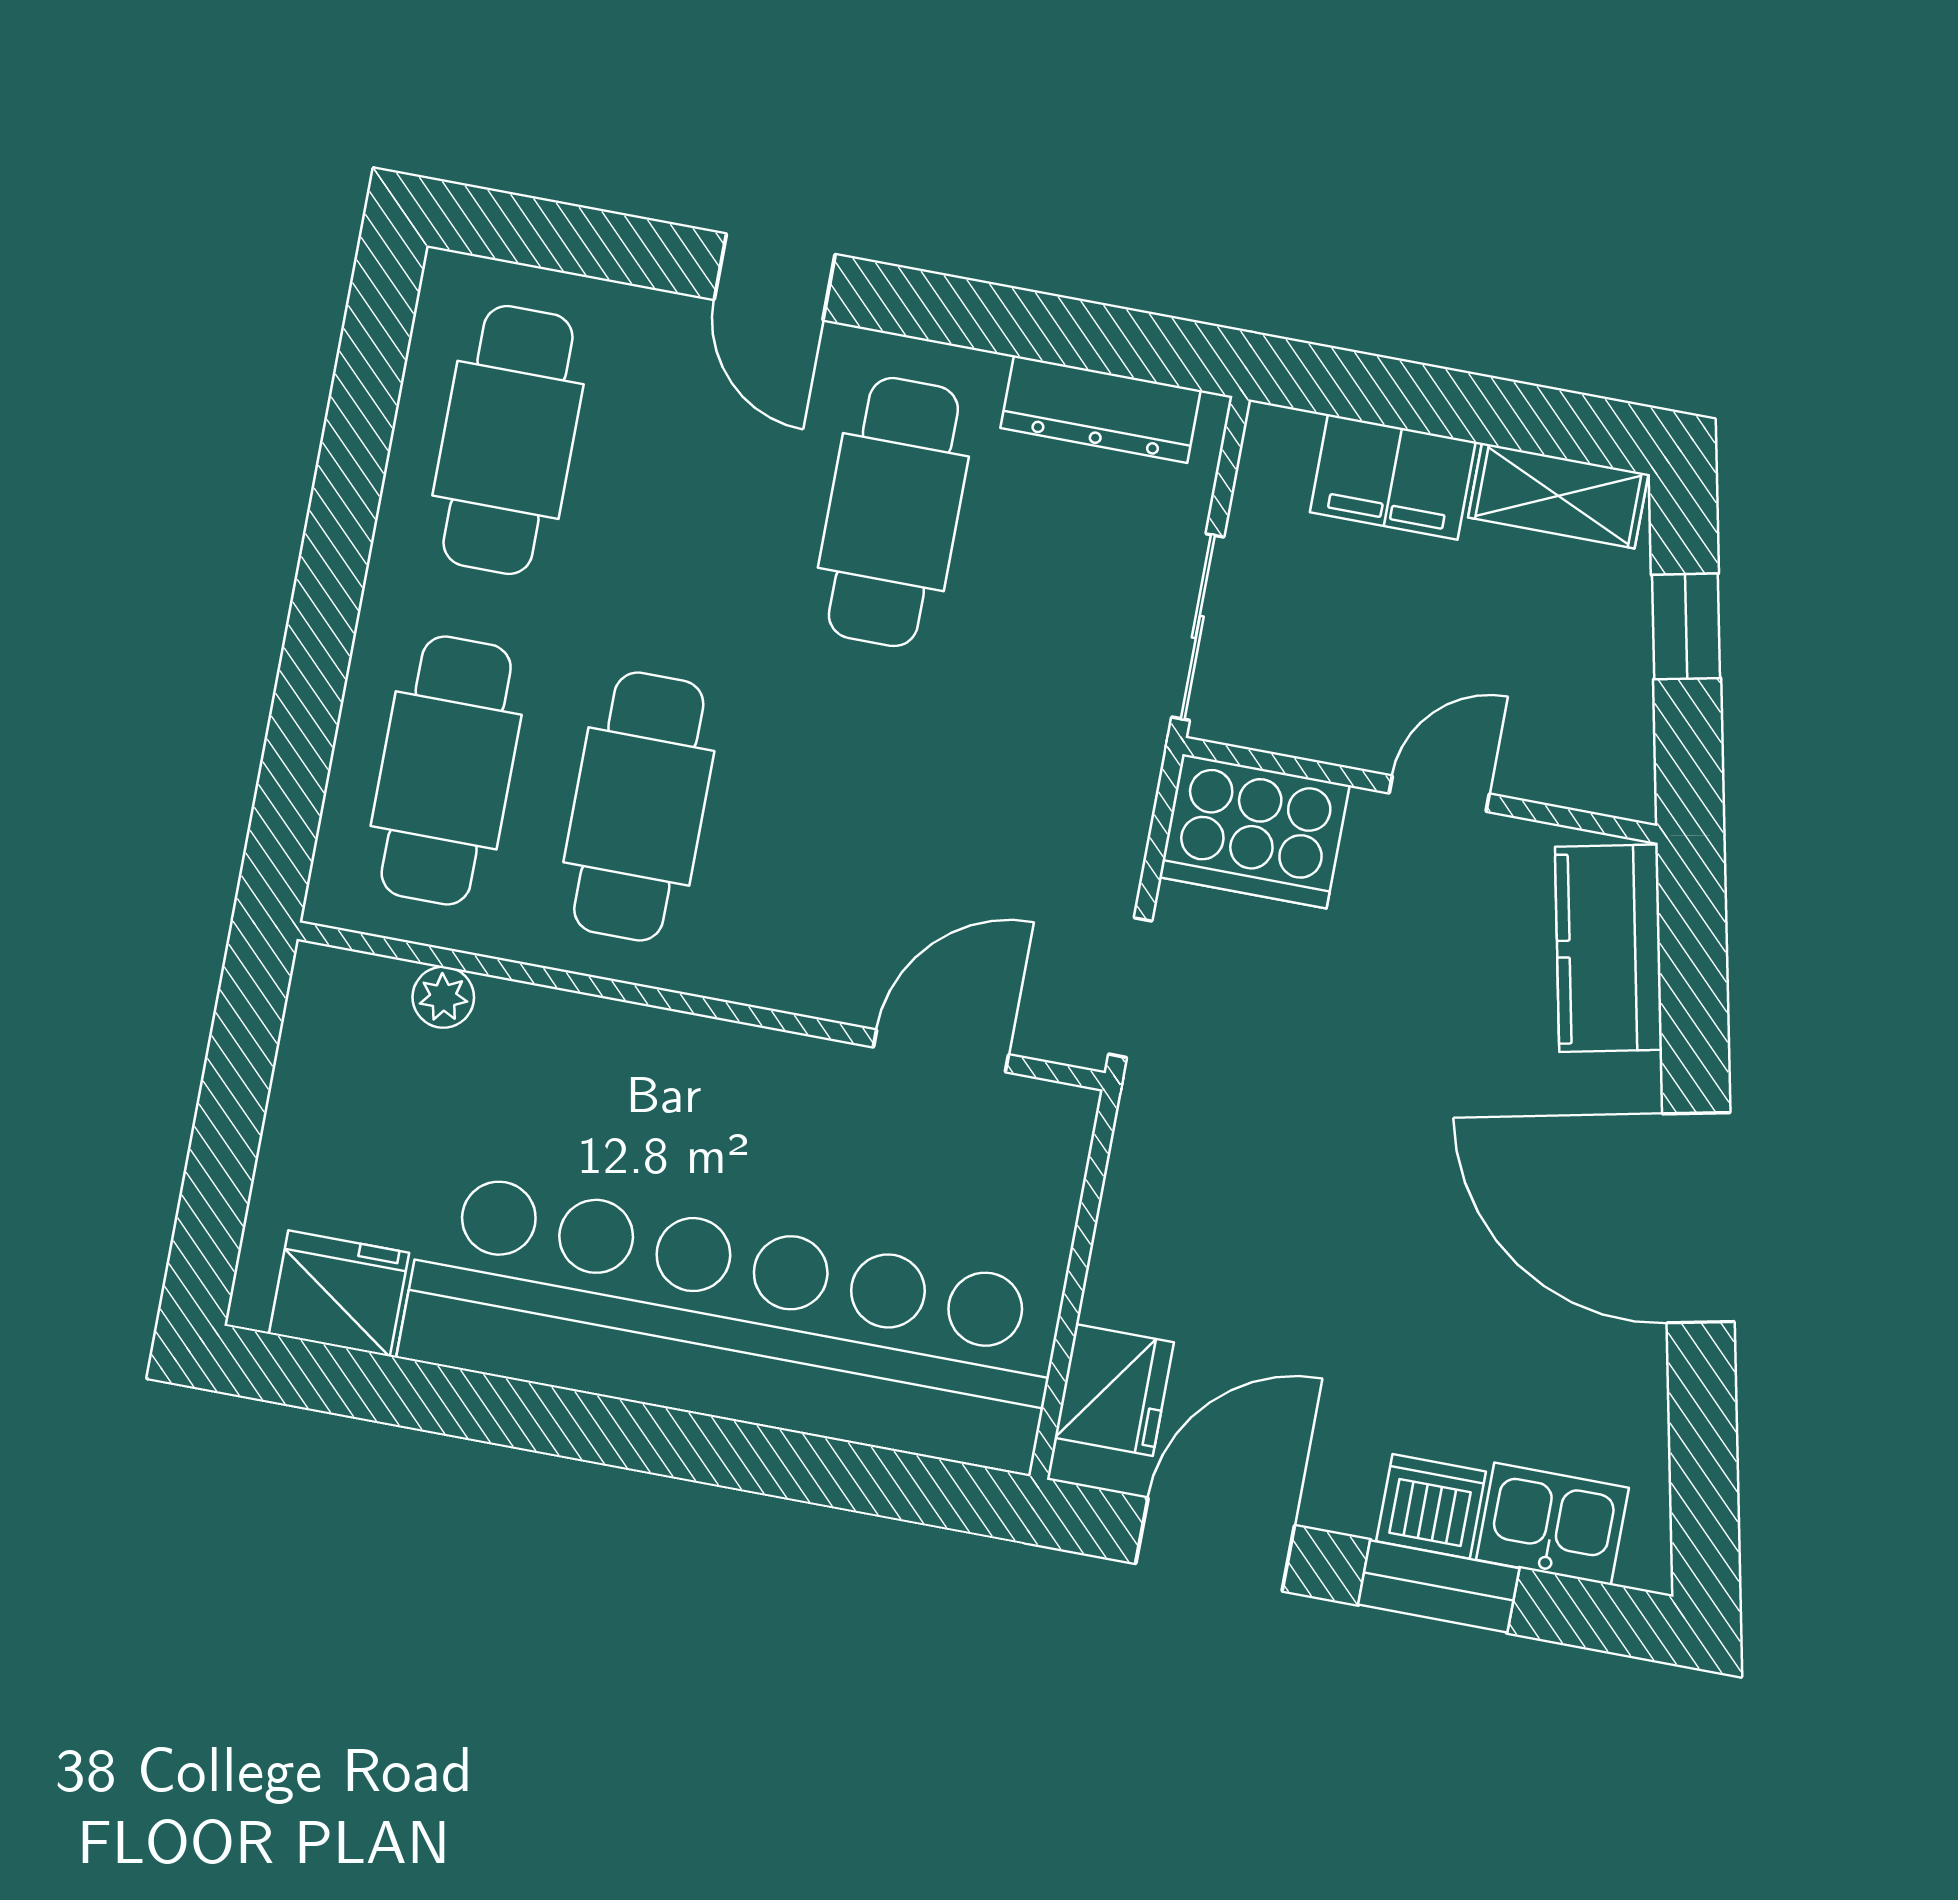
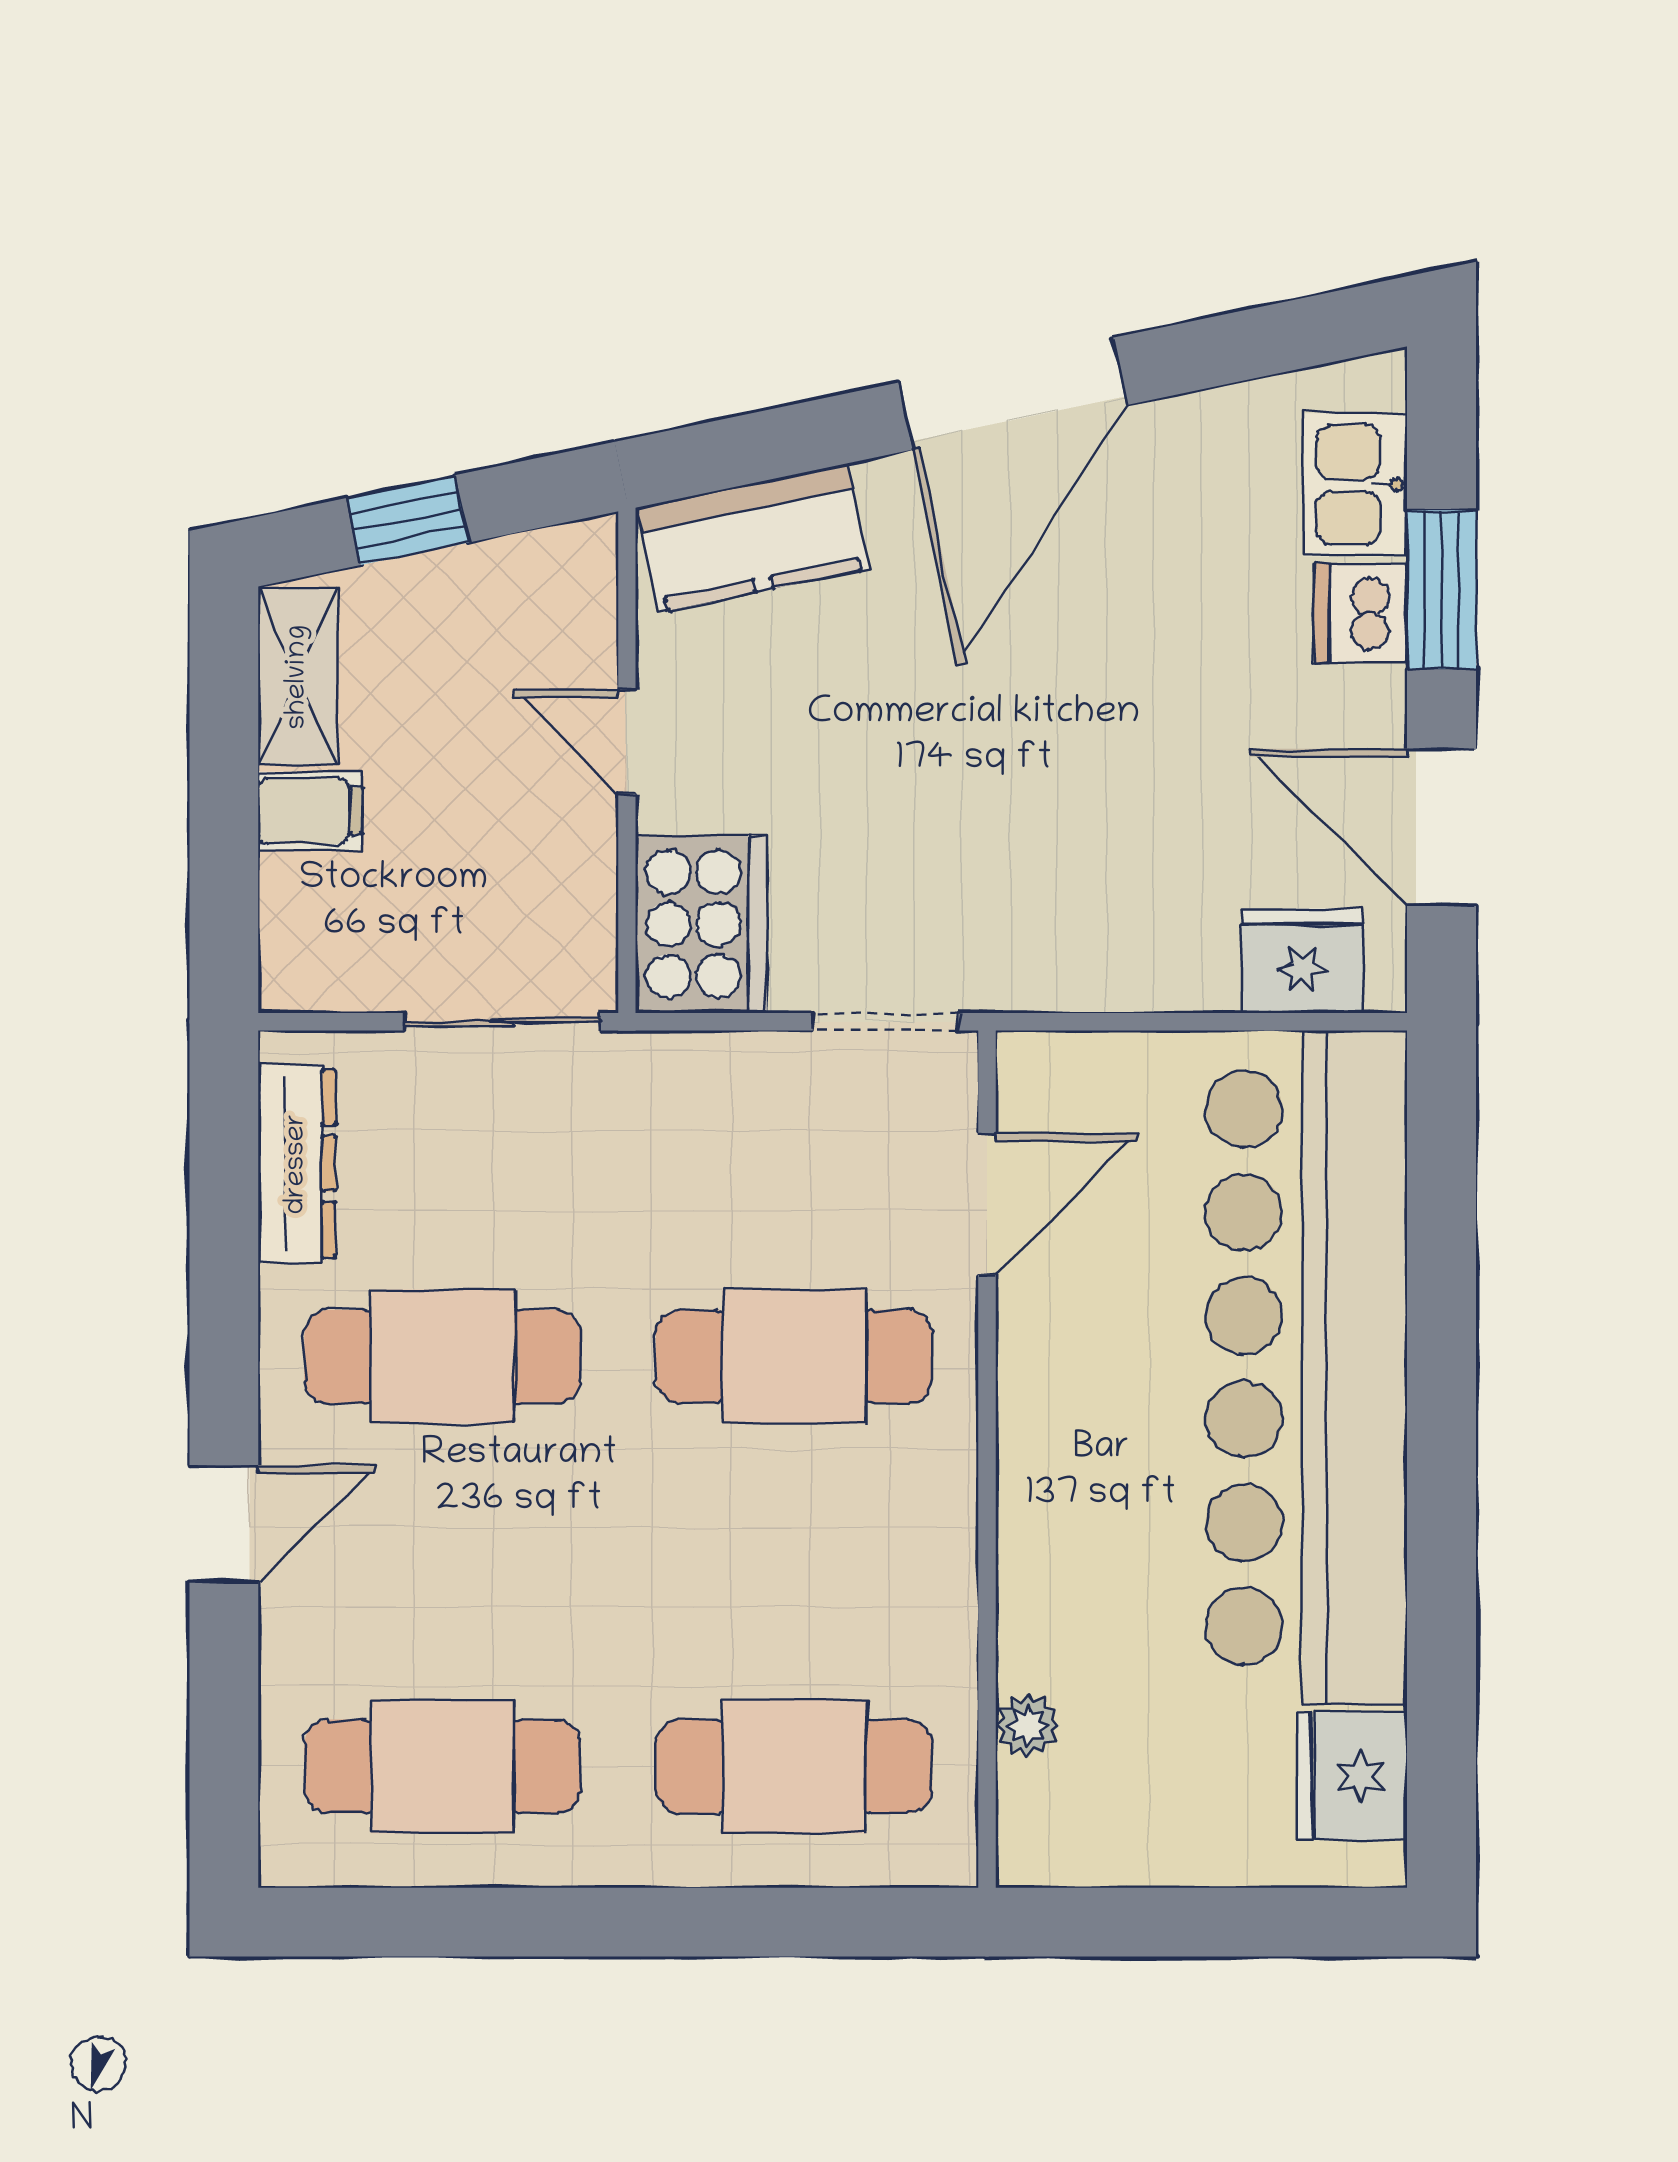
filing cabinet: (1393, 477) -> (310, 811), width x0.50
cafe table: (639, 807) -> (794, 1357), moved
door: (941, 1051) -> (987, 1204), swing flipped

